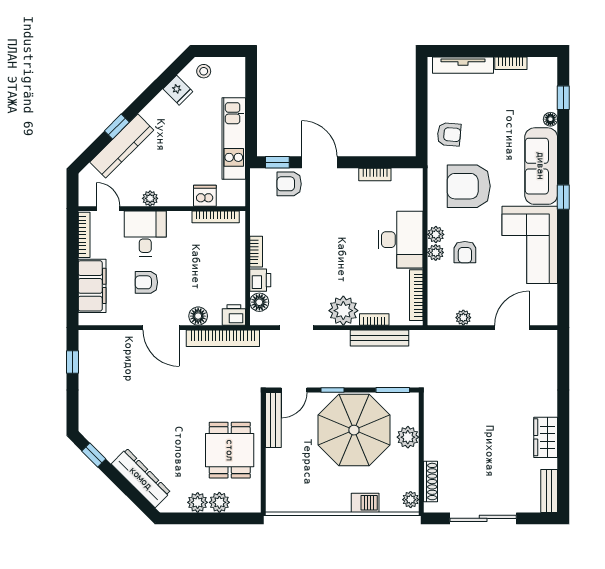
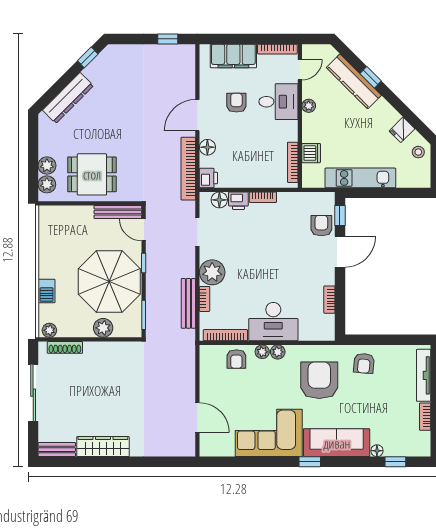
armchair: (465, 252) -> (236, 359), moved, turned -90
plant: (463, 318) -> (206, 376), removed
wardrobe: (546, 437) -> (103, 447), width x1.50
plant: (198, 502) -> (47, 184), moved

